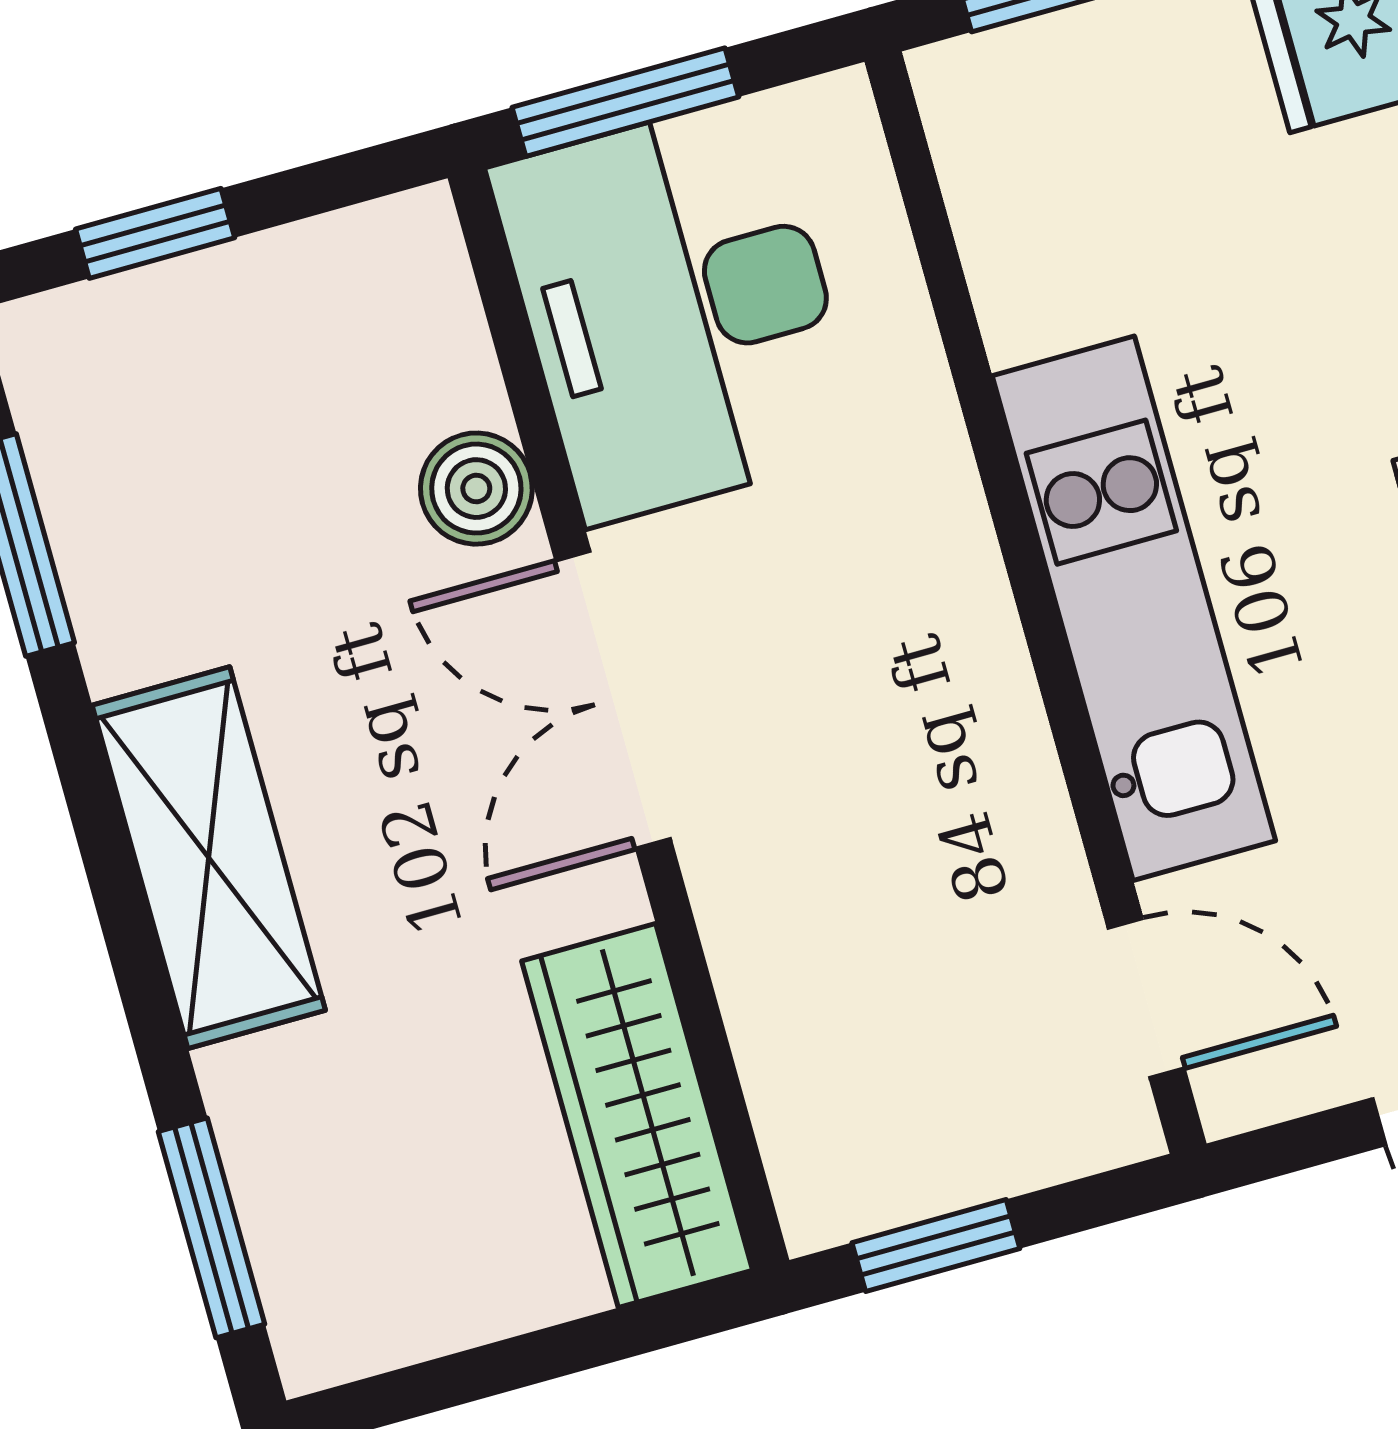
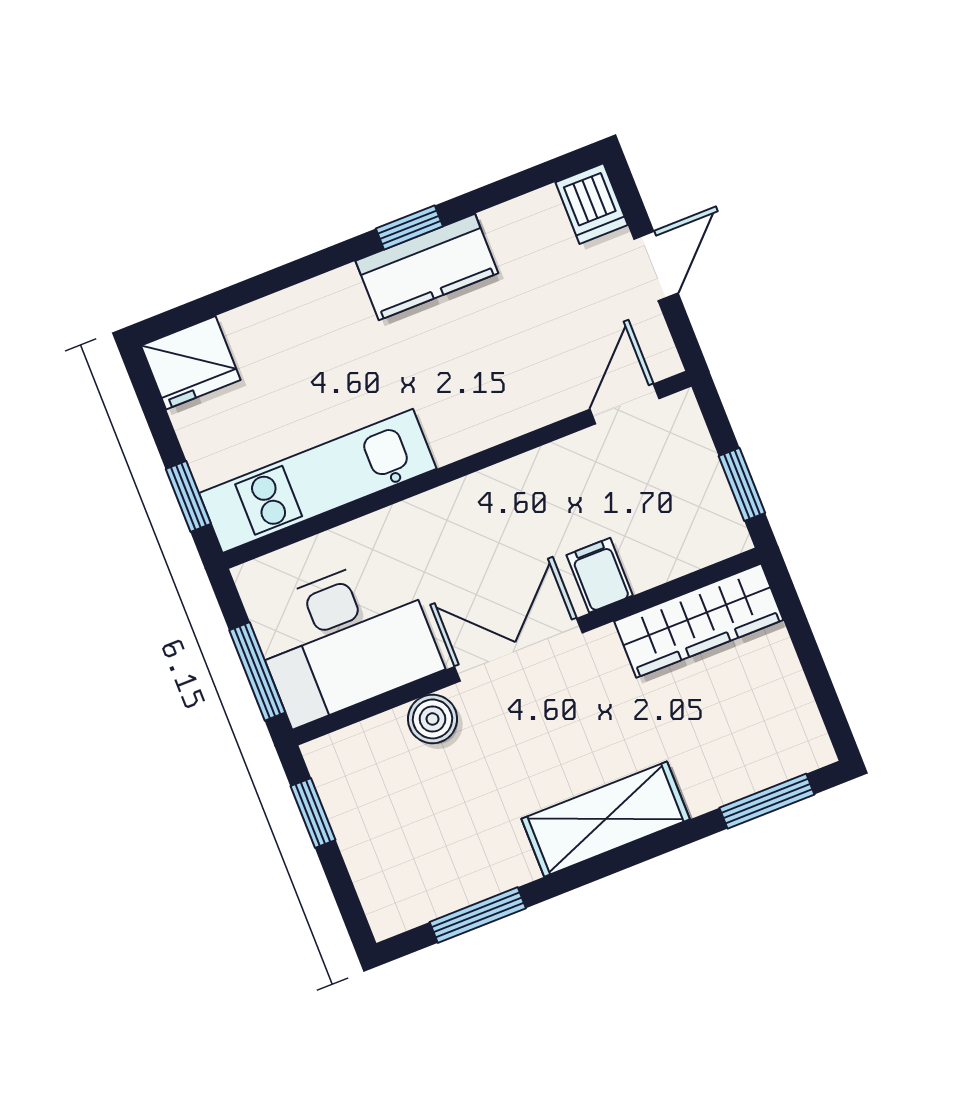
window: (155, 233) -> (313, 813), moved
kitchen unit: (1134, 608) -> (318, 481), moved
double door: (613, 700) -> (519, 650), swing flipped
filing cabinet: (763, 901) -> (600, 575), added

